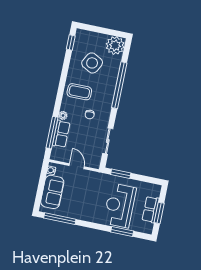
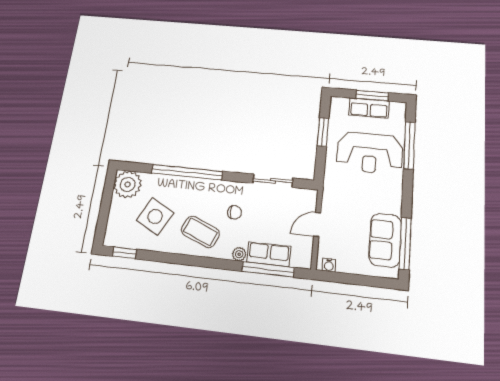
coffee table: (79, 92) -> (200, 232), turned -68
window: (121, 174) -> (323, 132), moved
sofa: (52, 192) -> (385, 240), moved, turned -90
window: (122, 232) -> (409, 145), width x1.44

